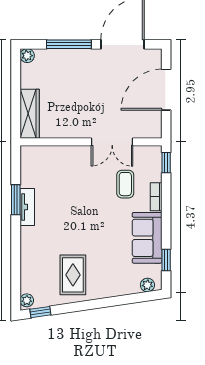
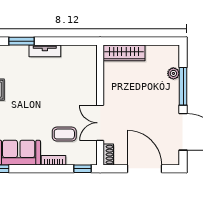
plant: (27, 56) -> (173, 73), moved
shoe rack: (149, 132) -> (108, 155), added
window: (16, 200) -> (21, 41), moved

